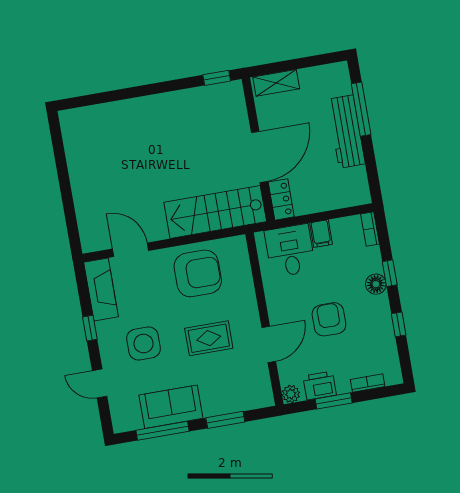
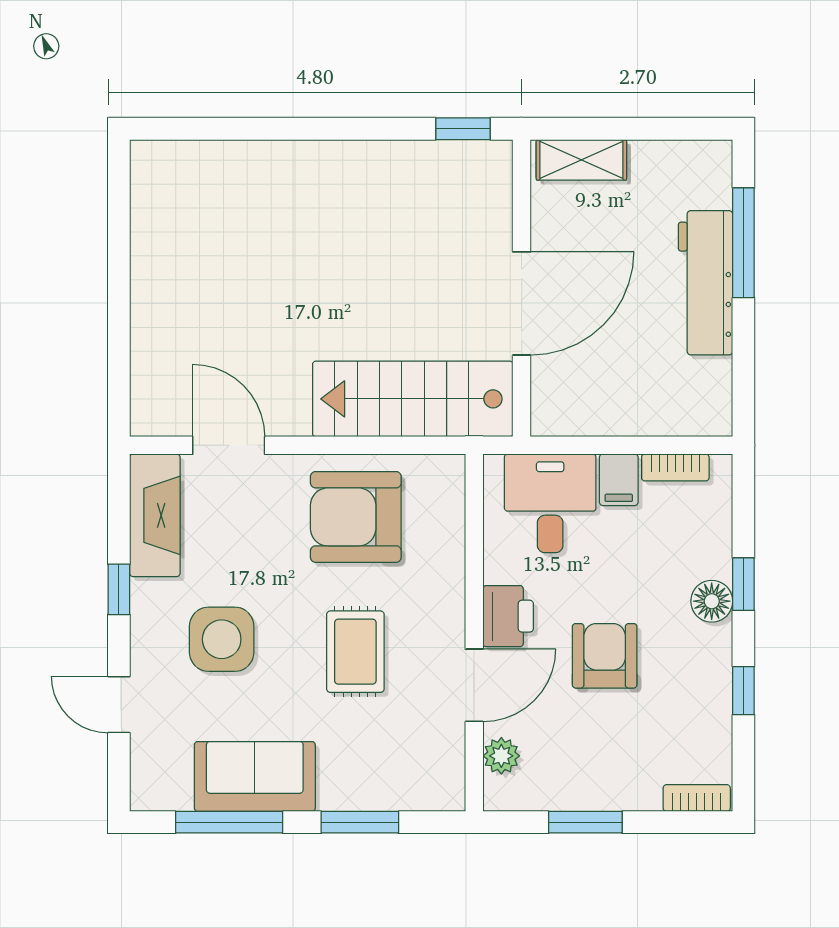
locker: (281, 199) -> (550, 397), removed
bookcase: (370, 229) -> (675, 467), moved, turned -90
armchair: (198, 273) -> (356, 517), turned 180
rug: (209, 338) -> (355, 652), turned 90
bookcase: (368, 383) -> (697, 798), moved
printer: (320, 386) -> (508, 616), moved, turned 90
plant: (291, 394) -> (501, 756), moved

